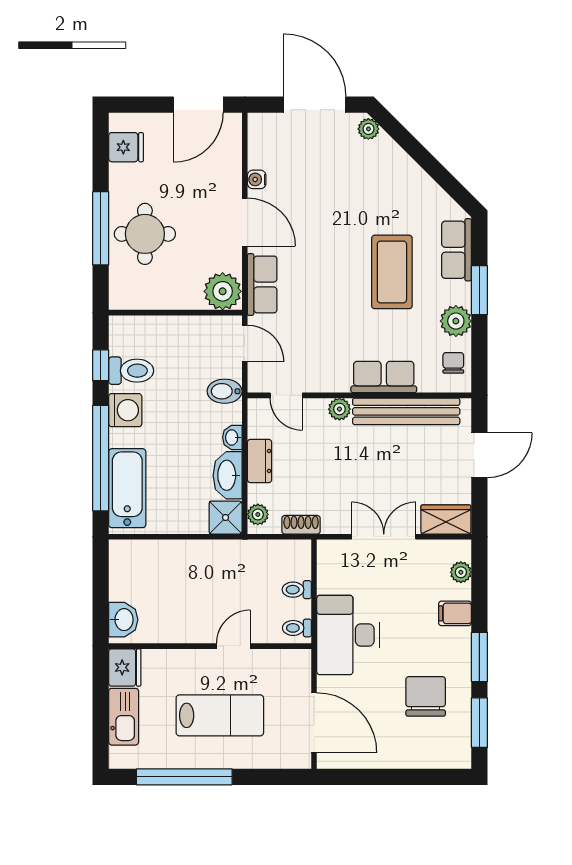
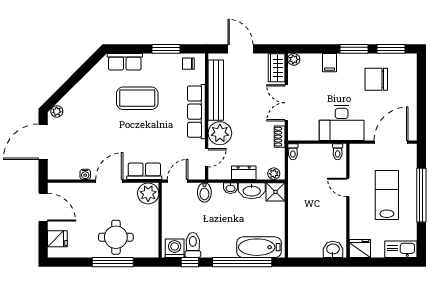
fridge: (126, 147) -> (57, 239), moved, turned 90
window: (479, 290) -> (166, 49), moved
plant: (456, 321) -> (165, 62), removed
row of seats: (384, 377) -> (196, 112), width x1.48
plant: (339, 409) -> (220, 133), width x1.88, depth x1.88
washing machine: (125, 410) -> (175, 248), moved
shoe rack: (301, 525) -> (280, 137), moved
plant: (461, 572) -> (294, 59), moved
toilet: (297, 590) -> (293, 152), moved
kitchen sink: (124, 717) -> (401, 249), moved
window: (184, 777) -> (421, 195), moved

